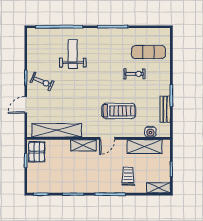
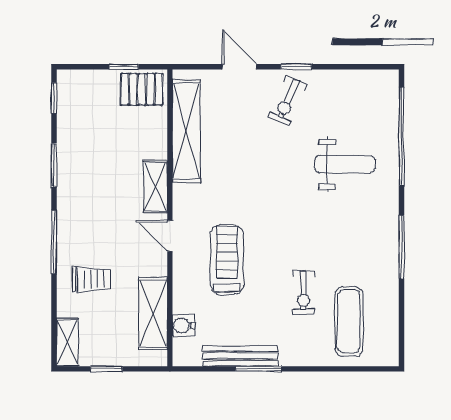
bench: (165, 109) -> (240, 356), width x1.36
treadmill: (119, 111) -> (227, 260), turned 180

